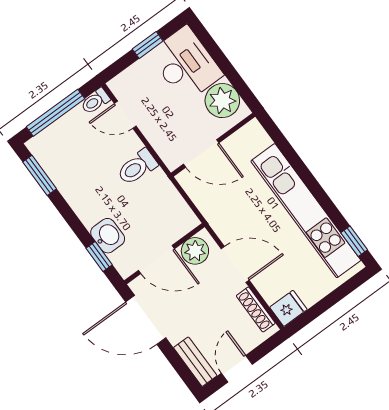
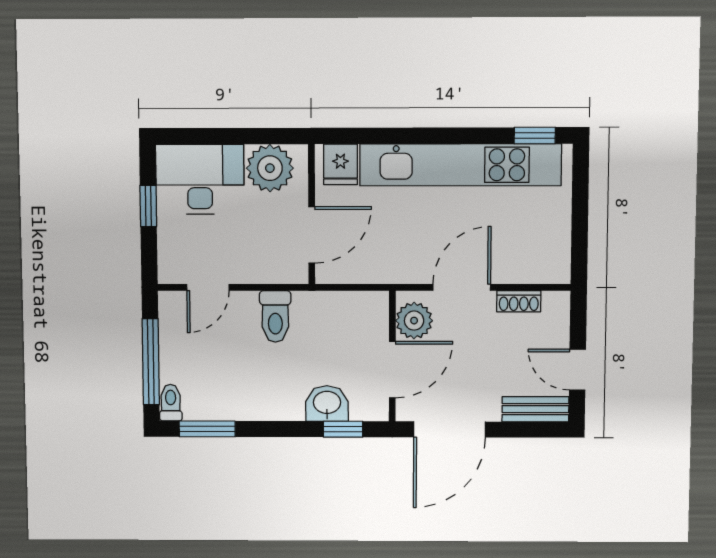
toilet: (95, 101) -> (171, 403), moved, turned 180
fridge: (288, 308) -> (340, 164), moved, turned 180
shoe rack: (256, 310) -> (519, 301), width x0.70

